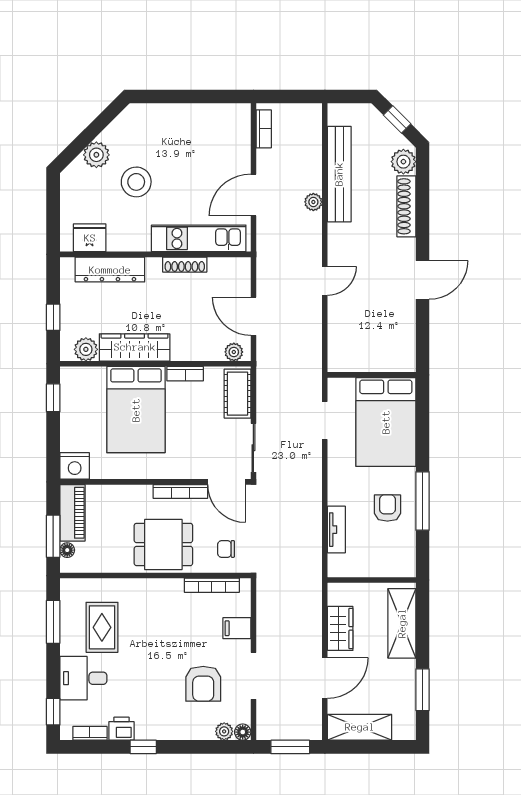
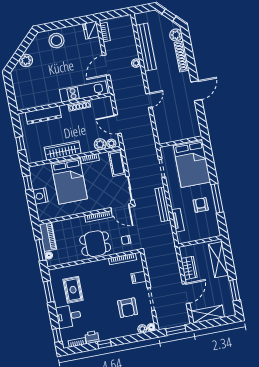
stool: (136, 182) -> (56, 41), moved
fridge: (90, 238) -> (91, 30), moved, turned -90
plant: (86, 349) -> (100, 144), moved
nightstand: (75, 466) -> (40, 196), moved, turned 90
bench: (313, 492) -> (163, 204), added

